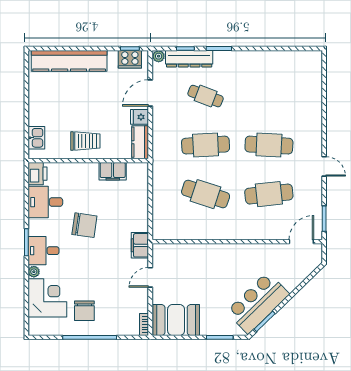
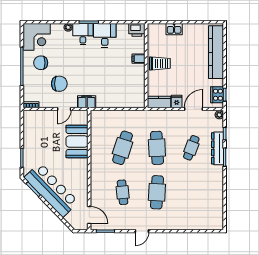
dresser: (189, 59) -> (218, 148), moved
door: (150, 93) -> (193, 109), hinge flipped
kitchen sink: (36, 138) -> (174, 29), moved
trolley: (85, 141) -> (160, 63), turned -90
filing cabinet: (113, 171) -> (139, 59), moved, width x0.50
cafe table: (269, 194) -> (123, 192), width x0.73, depth x0.74
desk: (45, 202) -> (105, 35), moved
chair: (84, 225) -> (59, 84), moved, turned -98
door: (150, 277) -> (64, 109), swing flipped
corner desk: (47, 298) -> (37, 37), moved
bar counter: (258, 303) -> (51, 190), width x1.36
booth: (176, 320) -> (77, 142), moved

